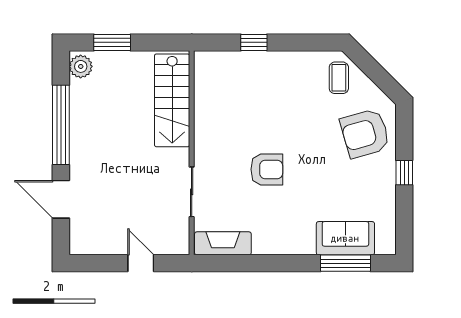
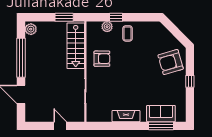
window: (112, 42) -> (64, 17), moved
plant: (236, 61) -> (107, 27), added
coffee table: (339, 78) -> (128, 33), moved
armchair: (267, 169) -> (102, 59), moved
fireplace: (223, 243) -> (126, 116), moved

